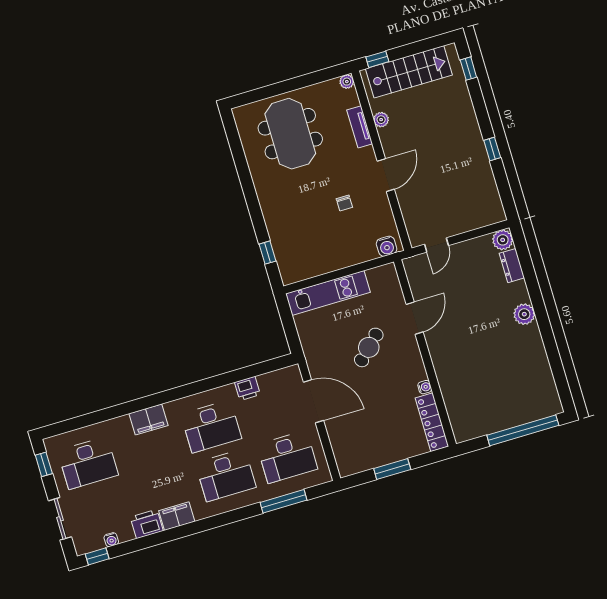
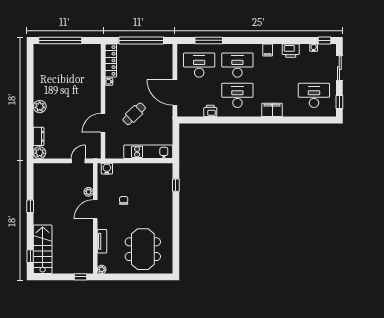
stairs: (409, 72) -> (43, 249), moved, turned 90
plant: (381, 120) -> (89, 192), moved
window: (392, 469) -> (141, 40), width x2.11
filing cabinet: (177, 516) -> (268, 50), width x0.50

